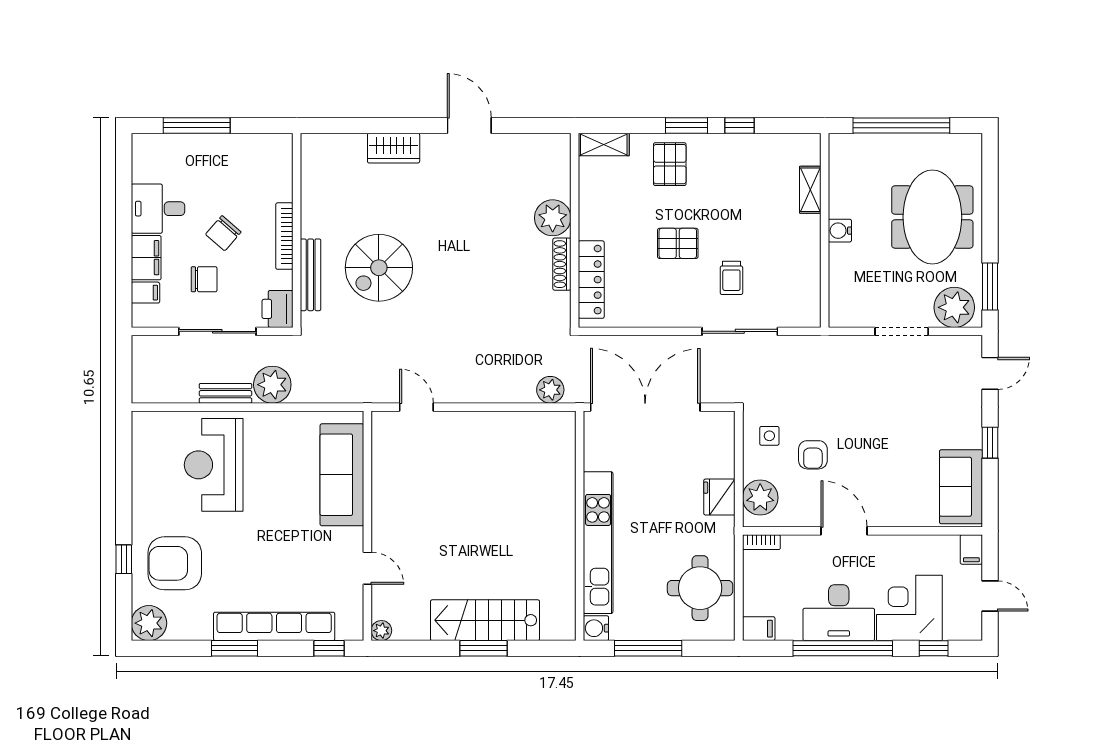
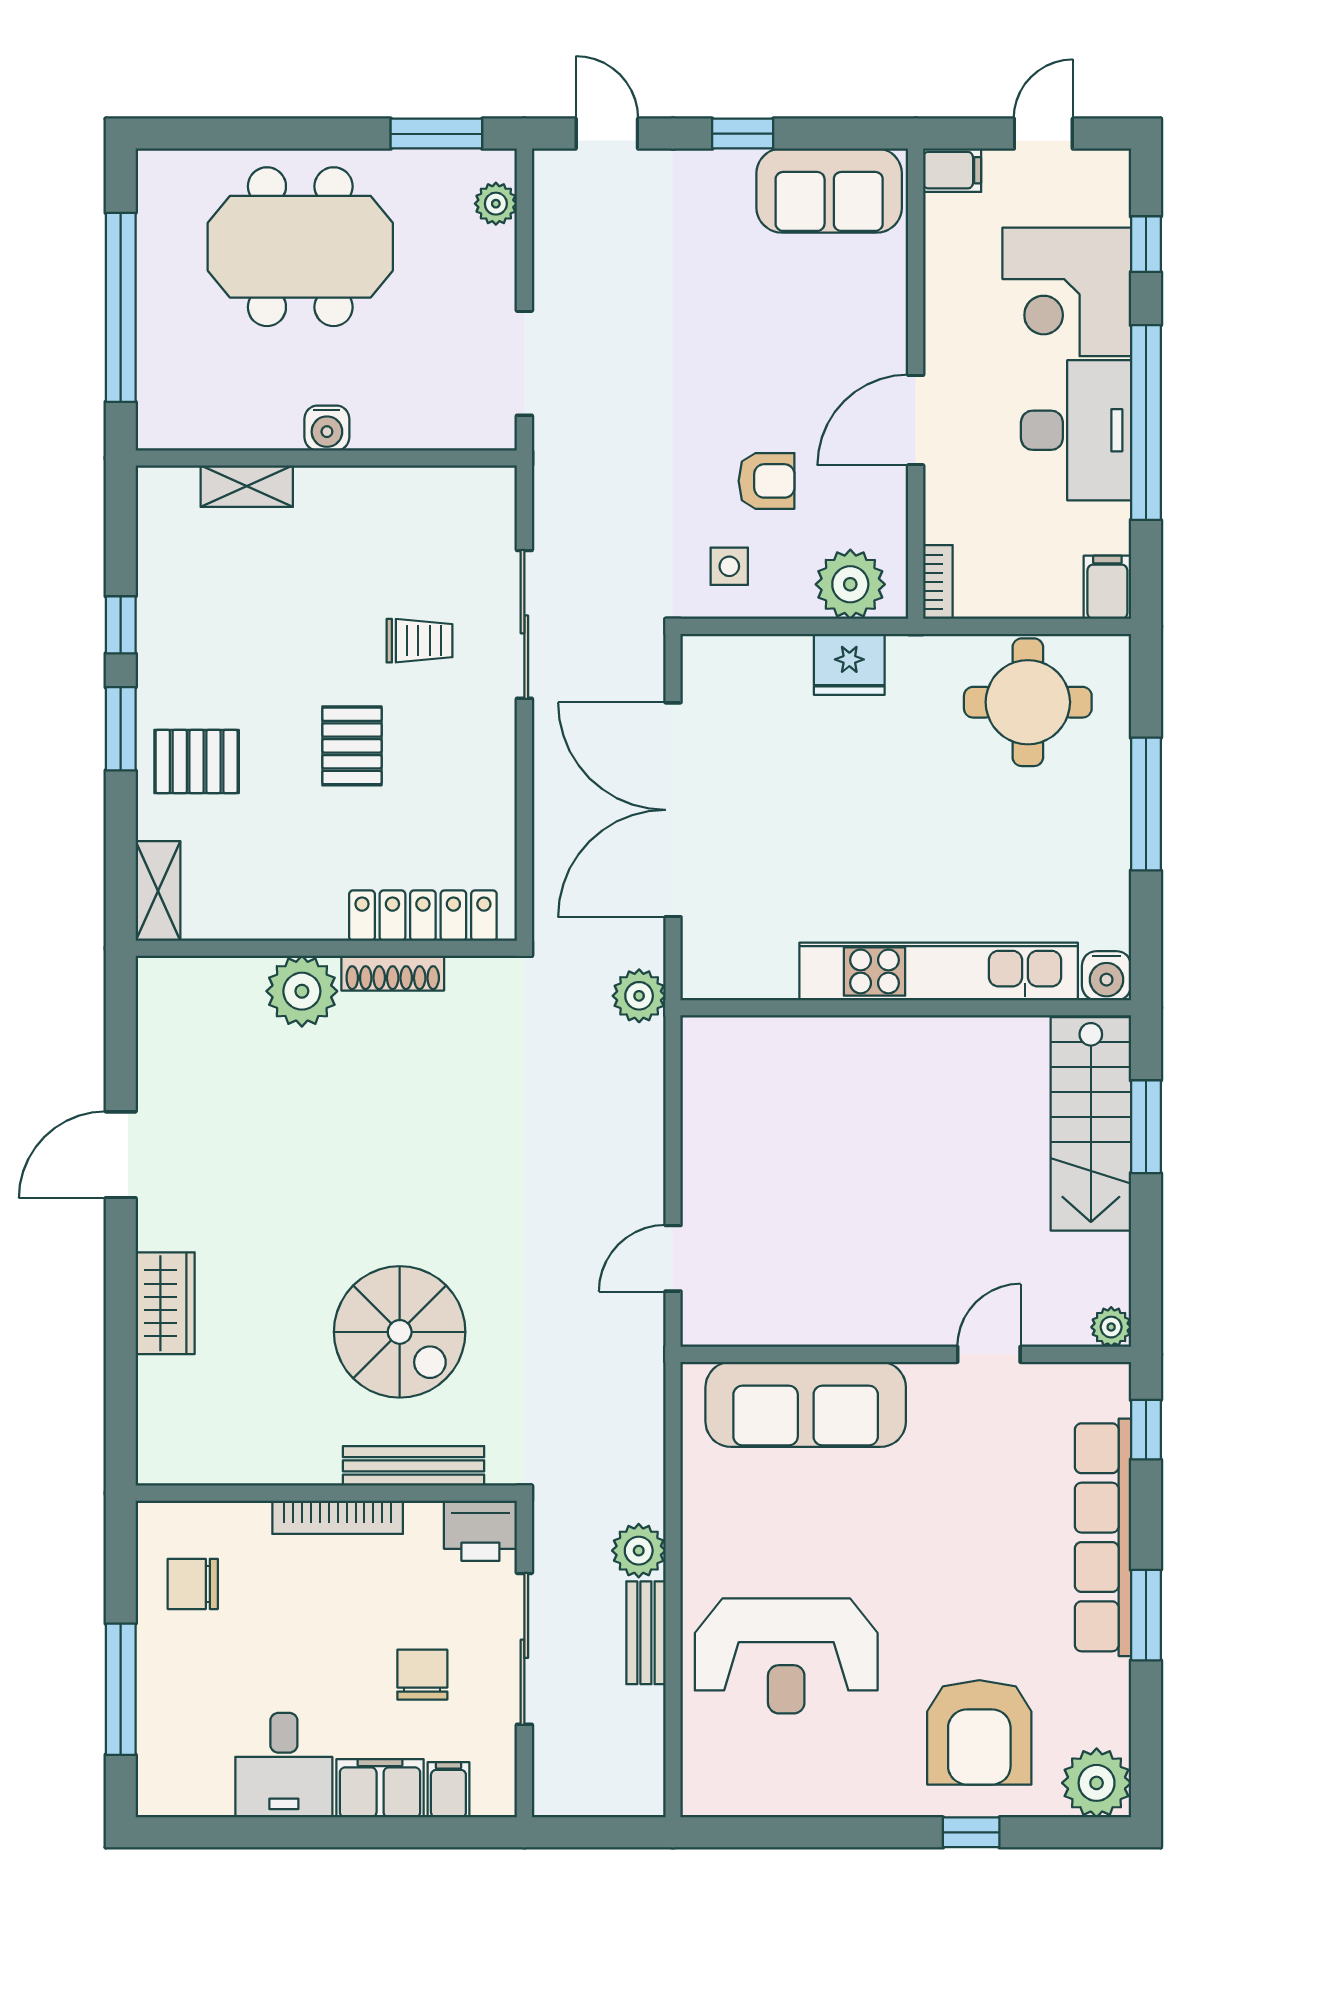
chair: (223, 233) -> (193, 1584), moved, turned 139
plant: (954, 307) -> (496, 204), width x0.53, depth x0.53
doorway: (902, 331) -> (524, 363), moved
plant: (272, 385) -> (639, 1551), width x0.73, depth x0.73
wall: (580, 526) -> (906, 1008), moved
kitchen unit: (598, 543) -> (939, 971), moved
water cooler: (596, 628) -> (1106, 976), moved

